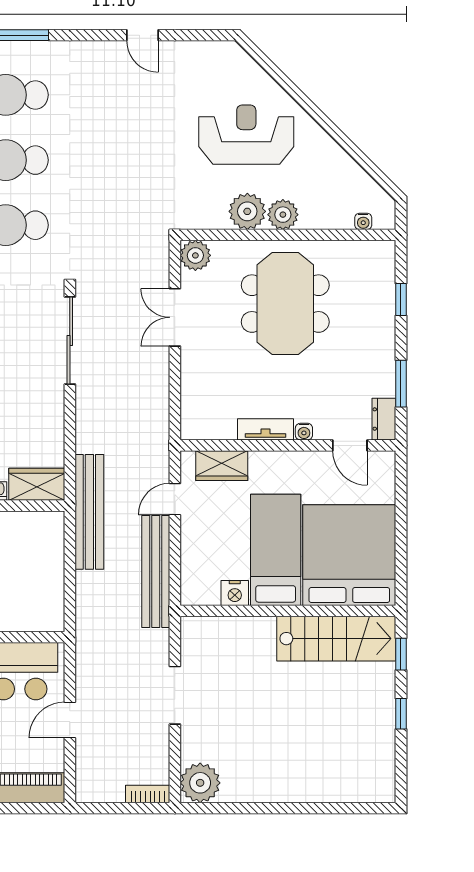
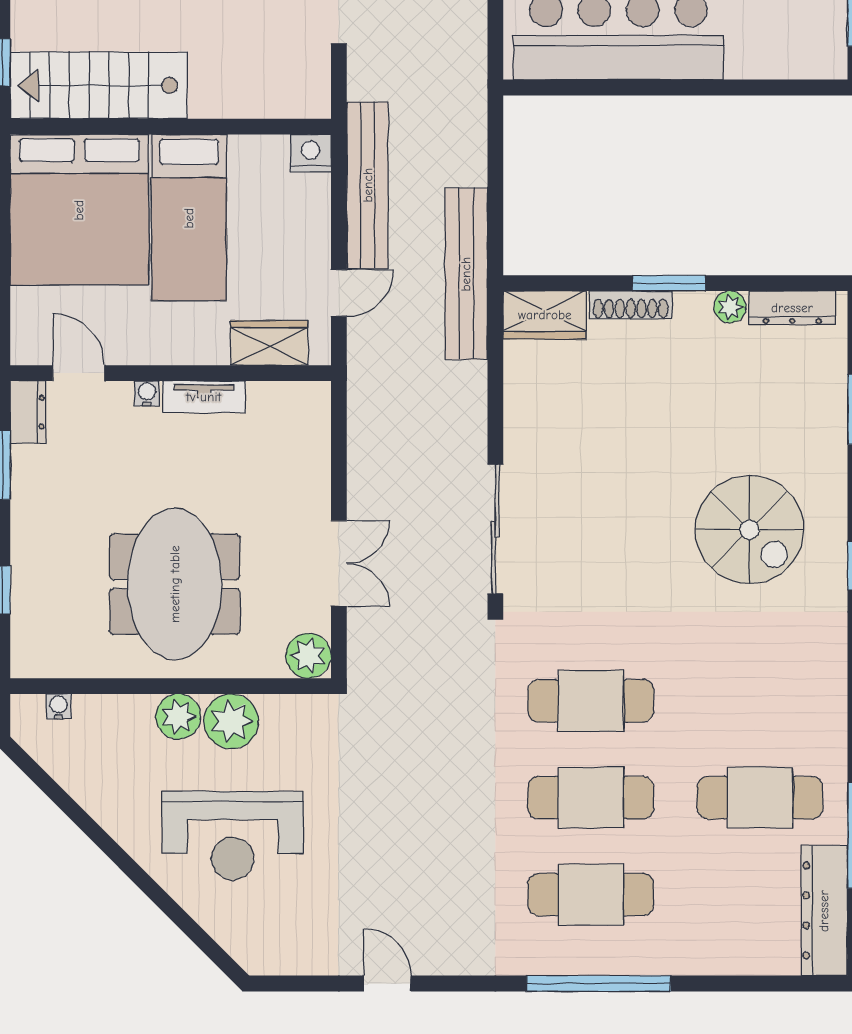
nightstand: (235, 593) -> (311, 153), moved

